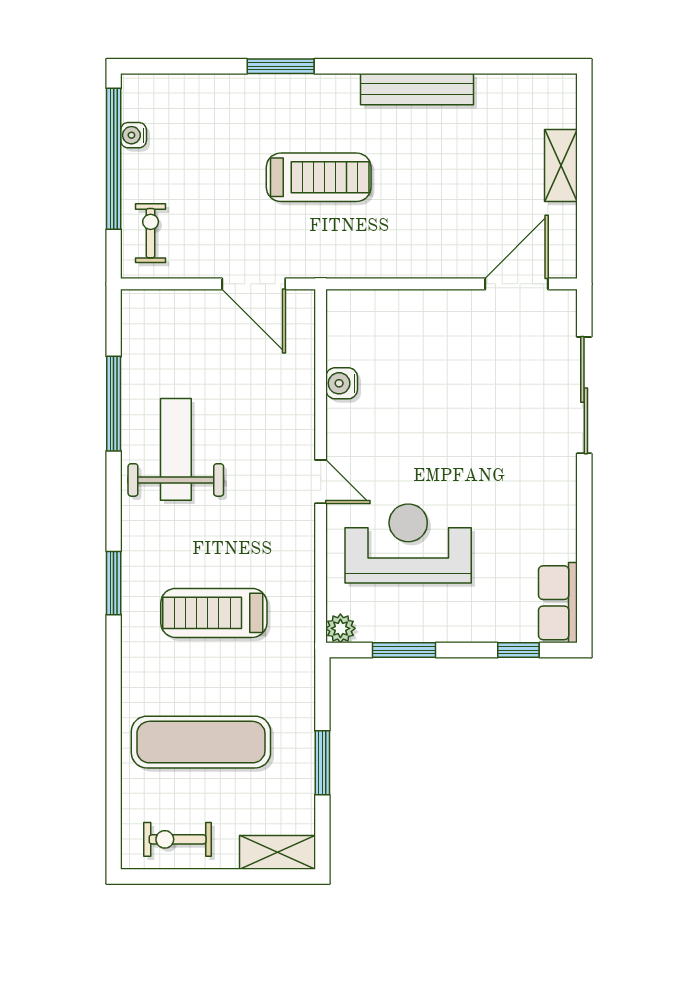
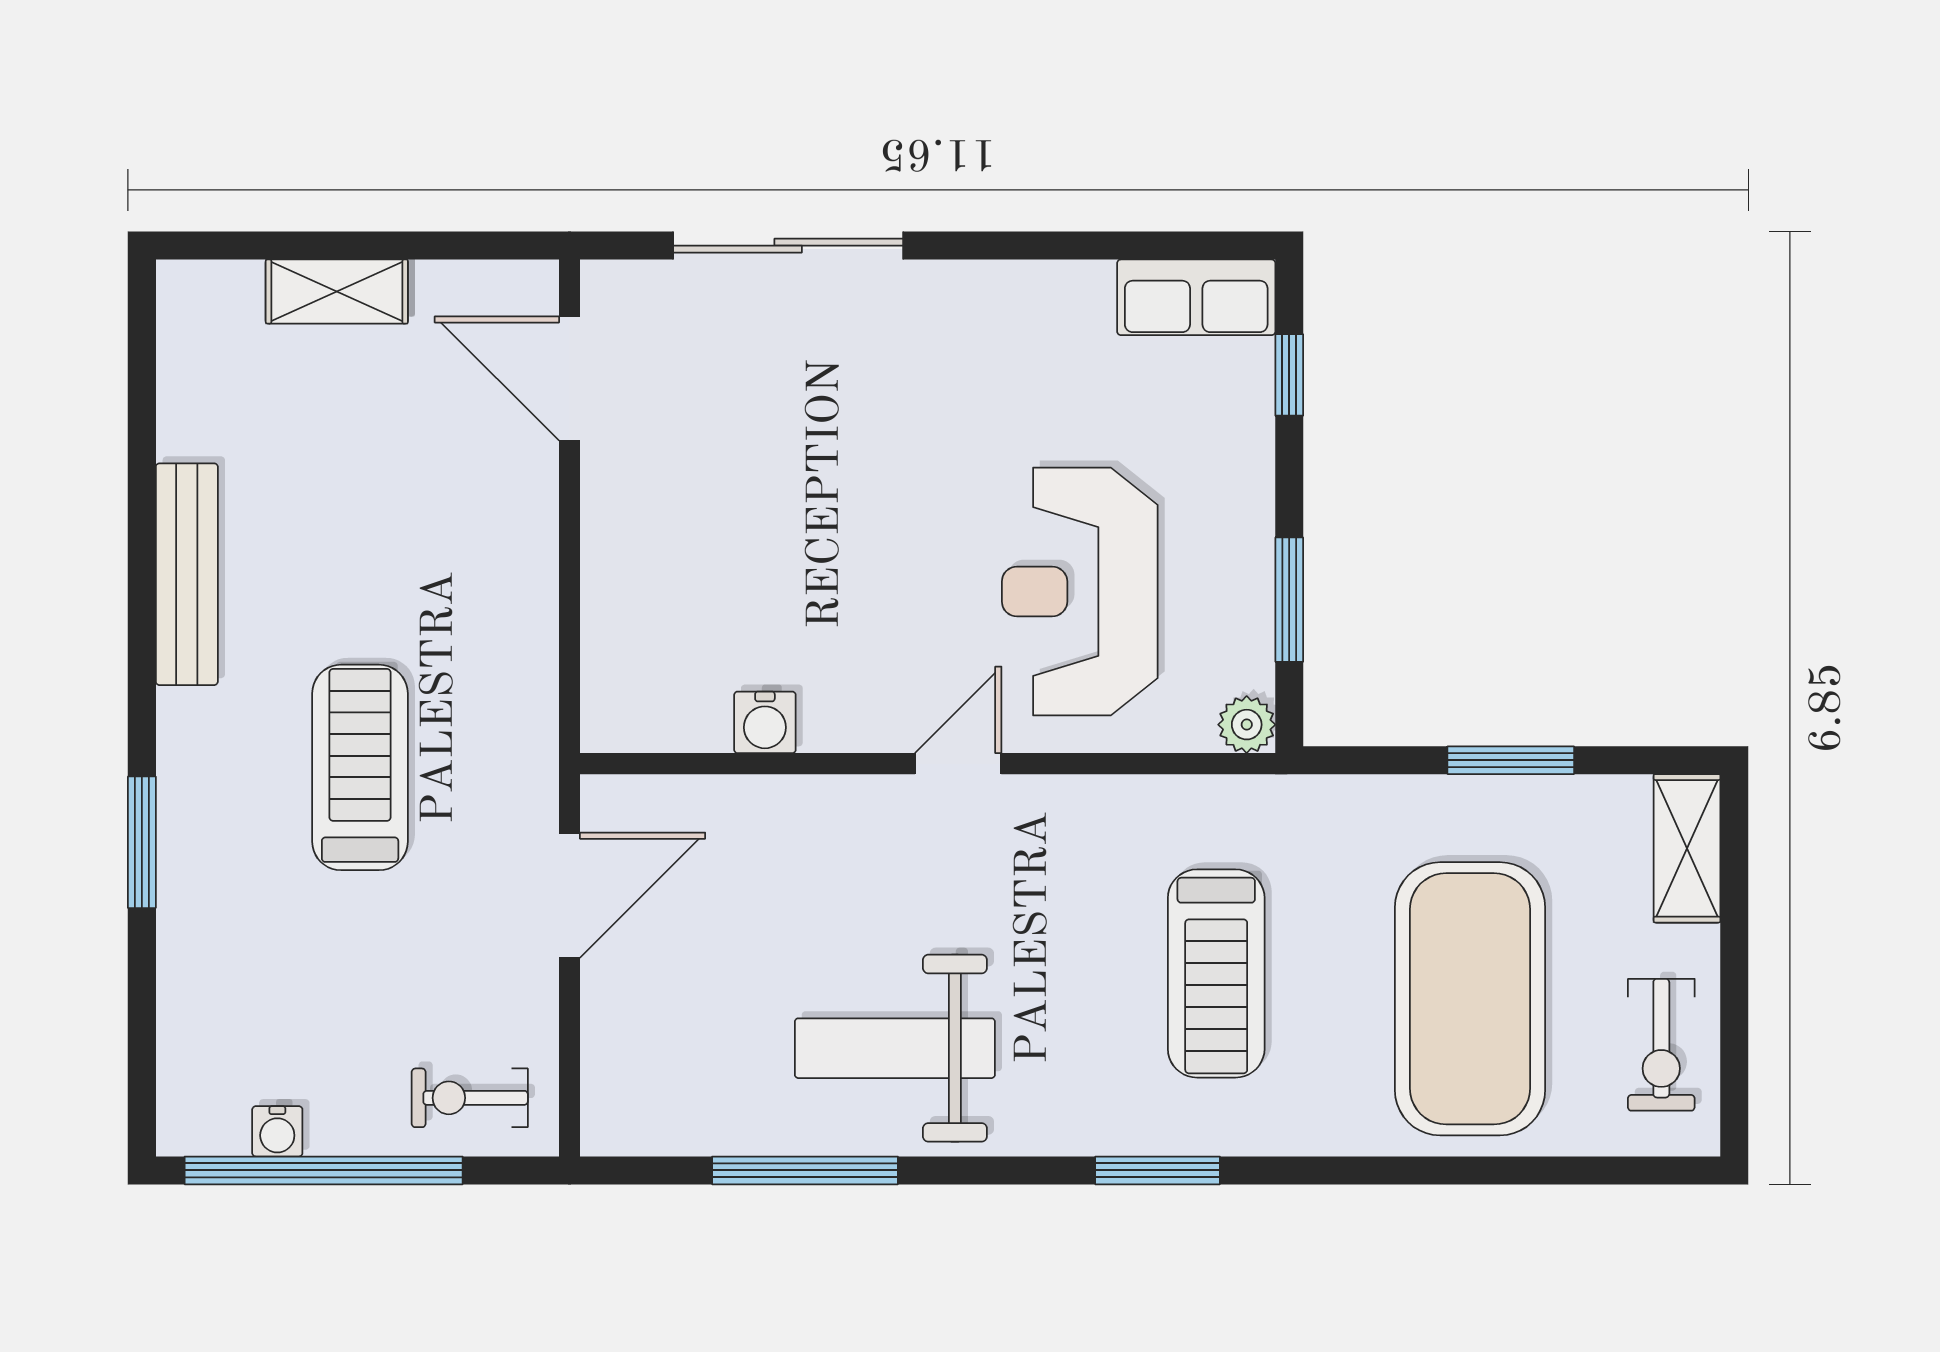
exercise mat: (201, 742) -> (1470, 999), width x1.47

